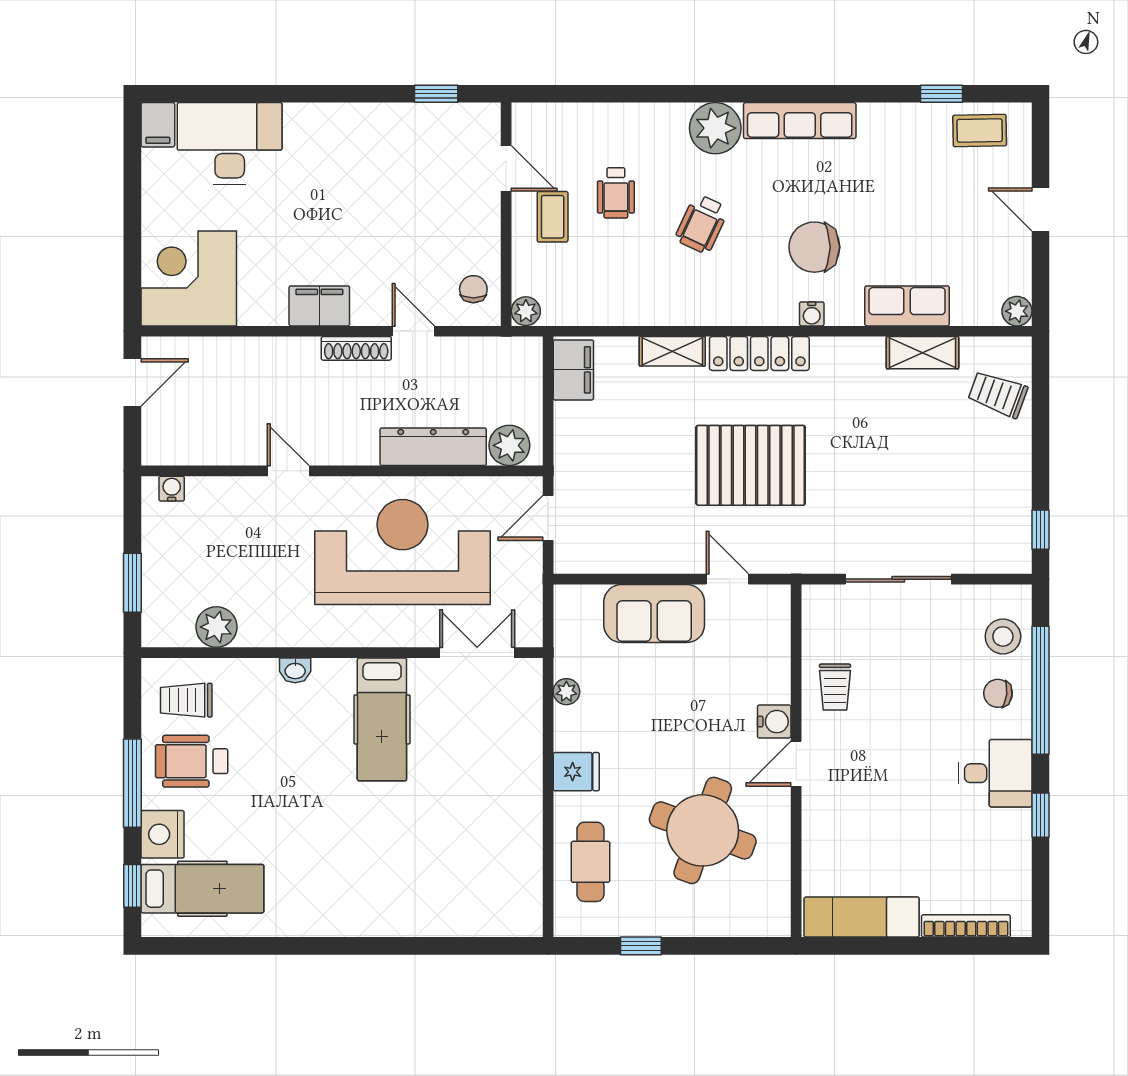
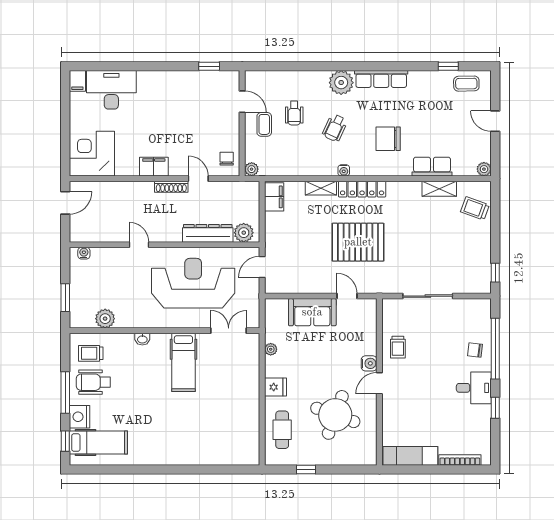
water cooler: (812, 314) -> (344, 170), moved
stool: (1003, 636) -> (477, 323), removed

